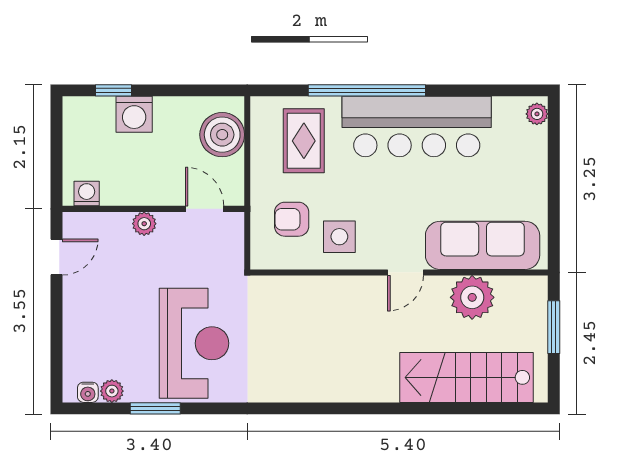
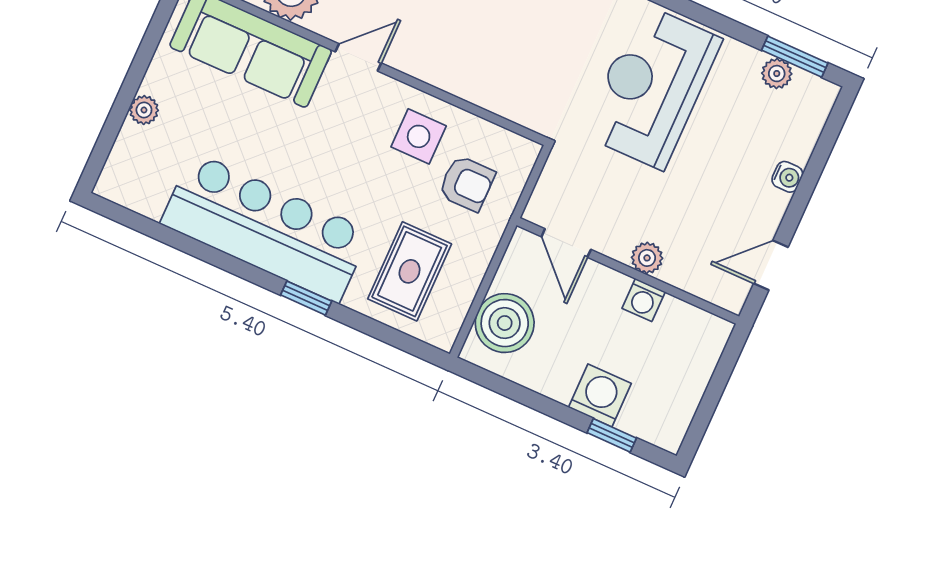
window: (367, 90) -> (306, 298), width x0.32
plant: (537, 114) -> (144, 110), moved
washing machine: (87, 194) -> (644, 300), moved
water cooler: (88, 392) -> (787, 177), moved, turned 90
window: (155, 408) -> (795, 57), moved

